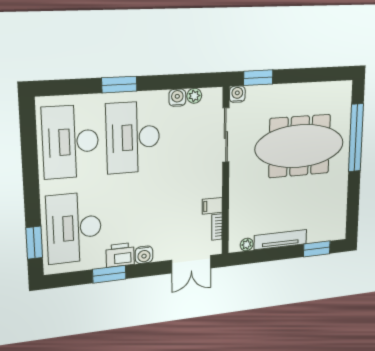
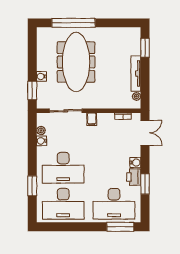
window: (119, 84) -> (32, 186), moved
water cooler: (237, 94) -> (41, 76), moved
filing cabinet: (212, 206) -> (92, 119), moved
window: (34, 243) -> (120, 227), width x1.44

